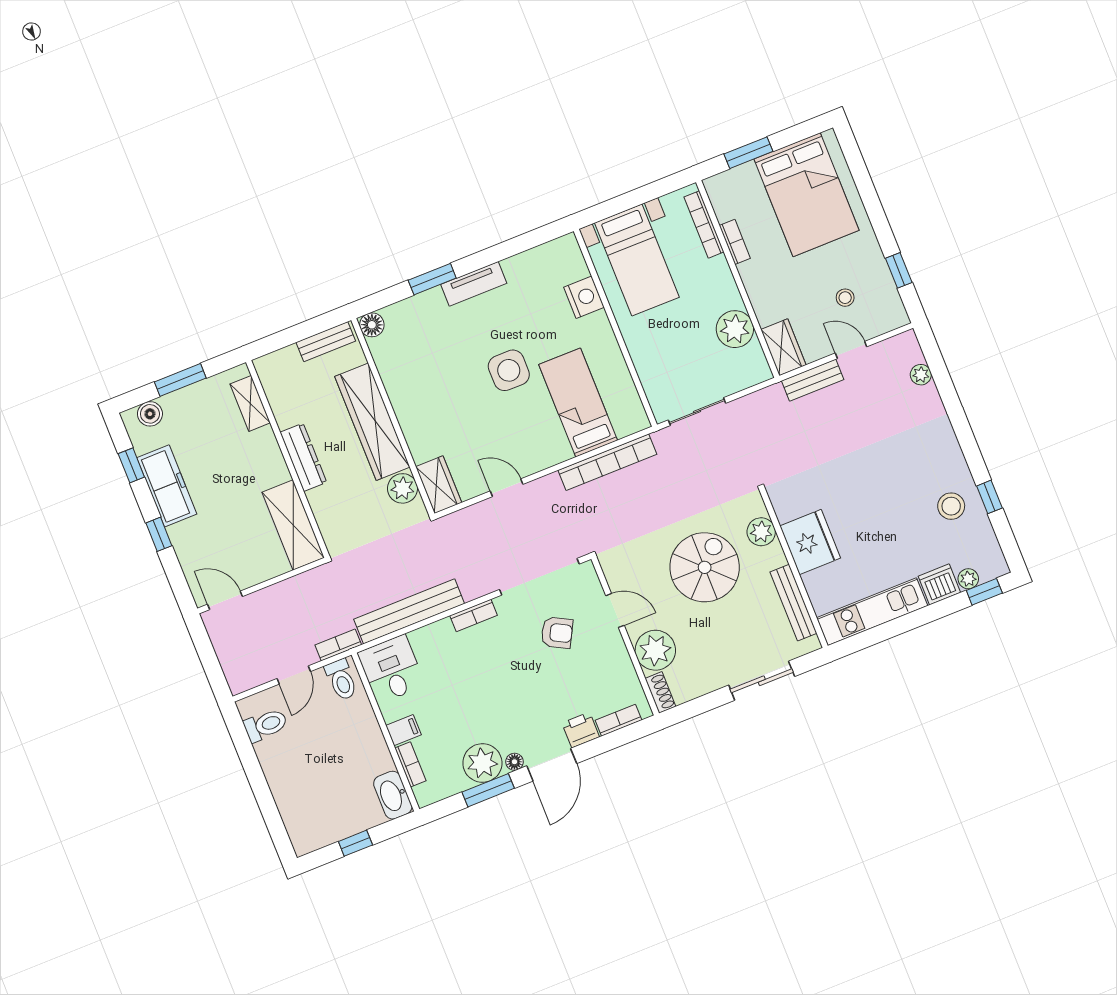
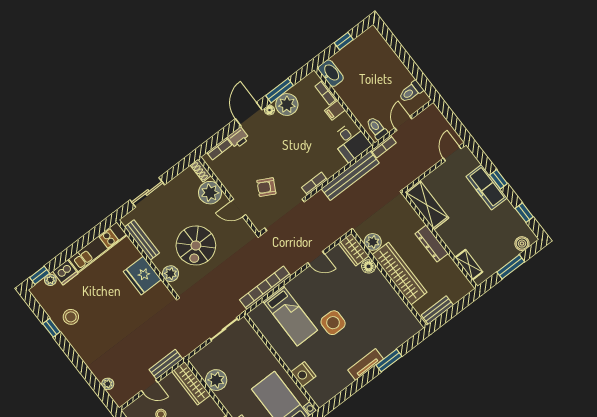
floor lamp: (372, 325) -> (369, 266), moved
wardrobe: (783, 347) -> (191, 383), width x1.50
freezer: (167, 486) -> (487, 187), moved
door: (225, 600) -> (452, 153), swing flipped

